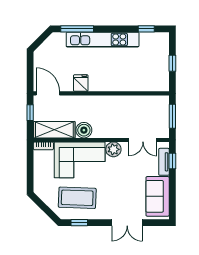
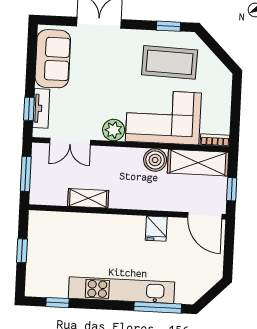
shelving: (129, 102) -> (88, 198), added
double door: (143, 140) -> (70, 142), swing flipped

